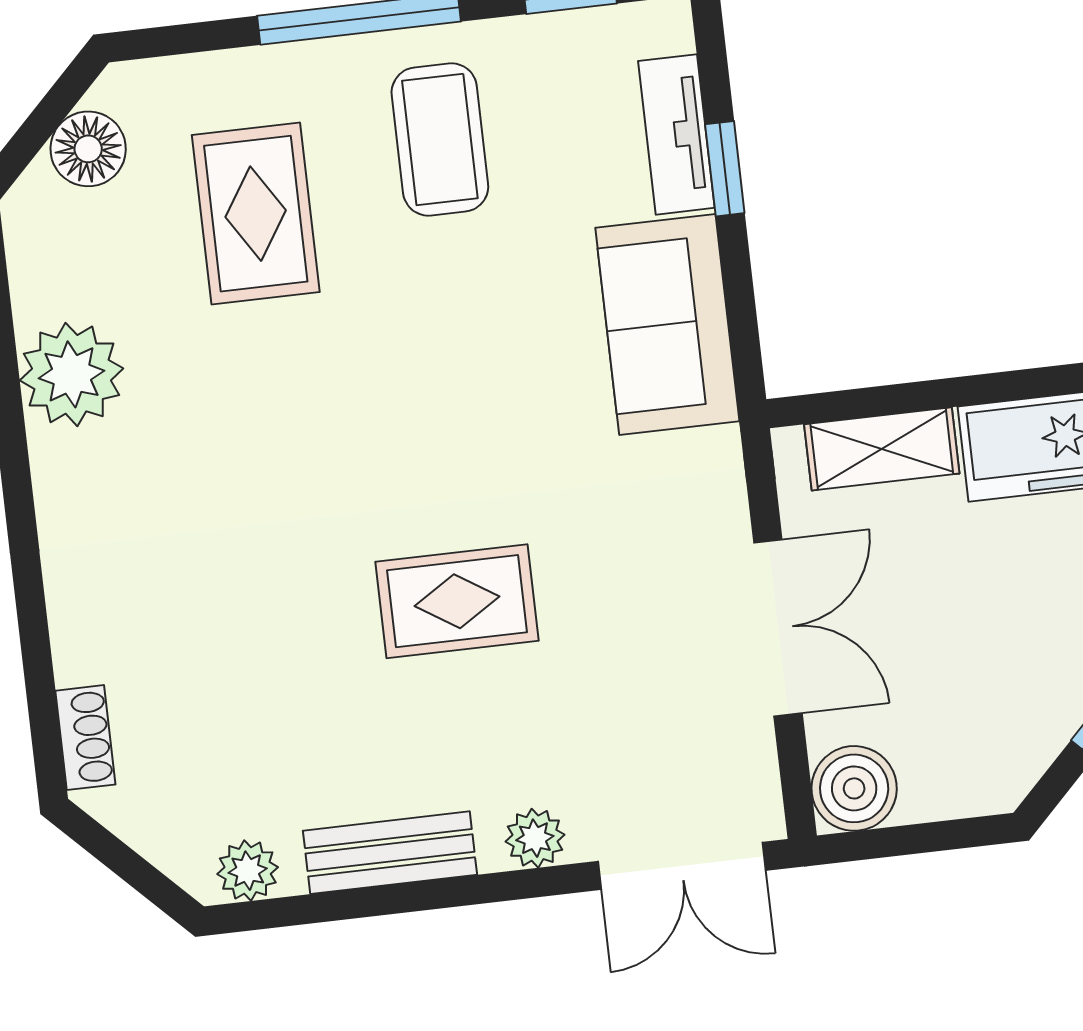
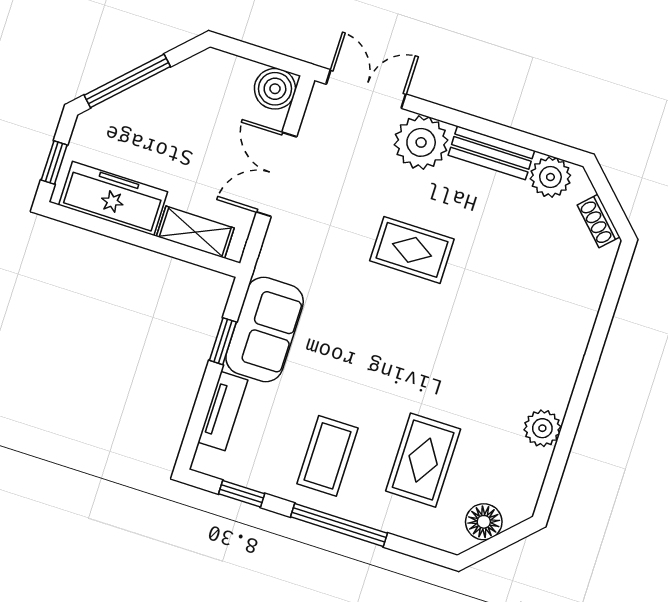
window: (725, 169) -> (223, 341), moved
plant: (71, 374) -> (542, 428), width x0.73, depth x0.73
shoe rack: (85, 738) -> (599, 221), moved, turned -45
plant: (535, 838) -> (421, 142), width x1.88, depth x1.88
plant: (248, 871) -> (550, 177), width x1.38, depth x1.38

